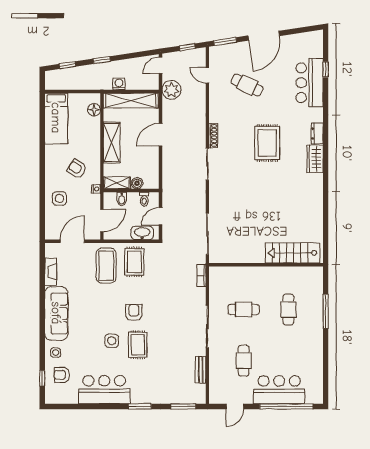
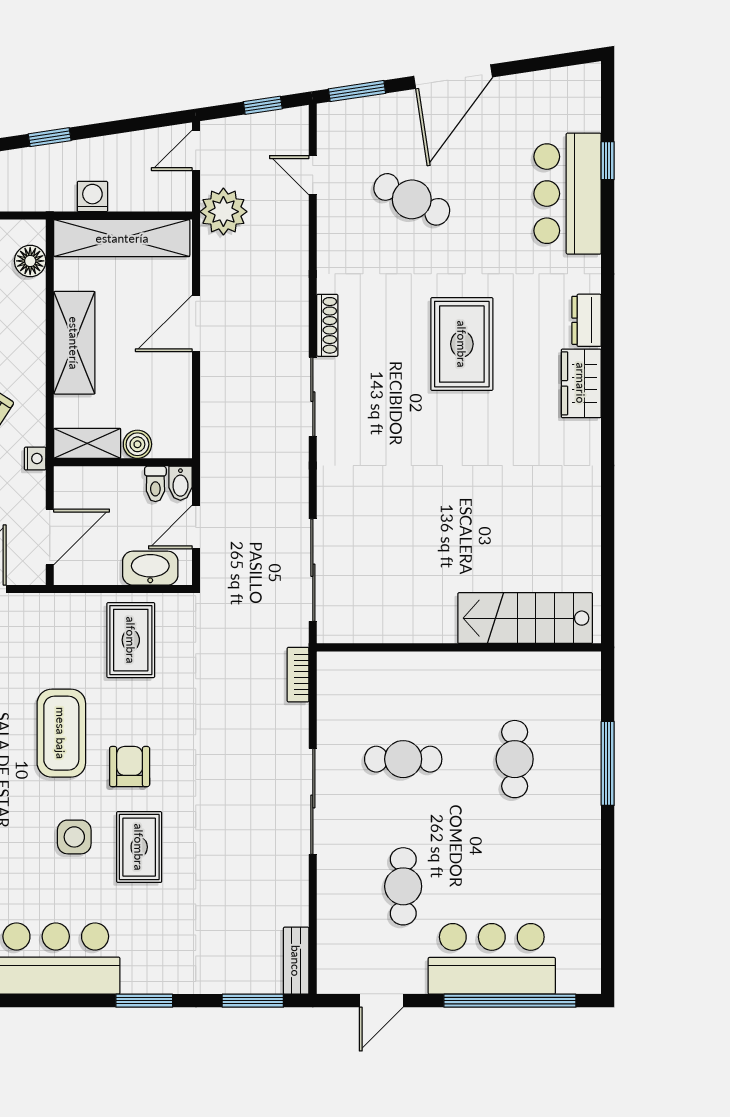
bidet: (122, 199) -> (180, 483), moved
coffee table: (106, 266) -> (61, 733), moved
bench: (201, 370) -> (296, 961), moved

